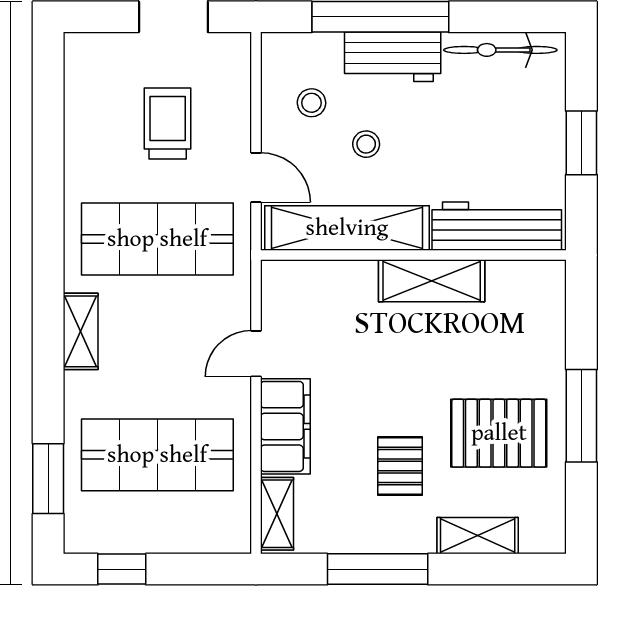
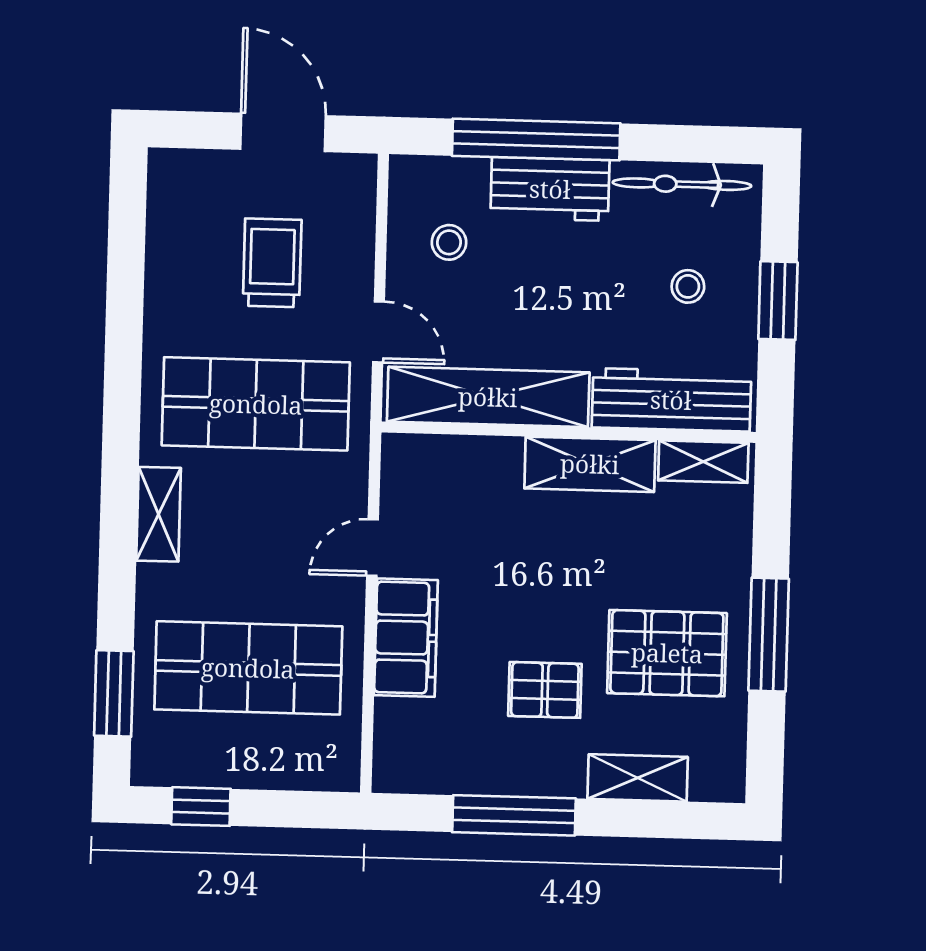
stool: (366, 144) -> (688, 286), moved
pallet: (400, 466) -> (545, 690), turned 90
shelving: (277, 514) -> (703, 462), moved, turned 90

